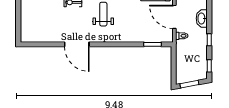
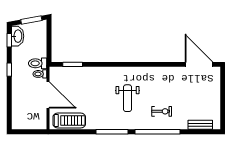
washbasin: (202, 18) -> (18, 36), moved
door: (77, 44) -> (199, 64), moved
toilet: (184, 45) -> (38, 63), added

